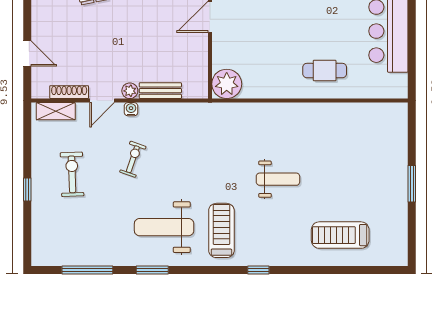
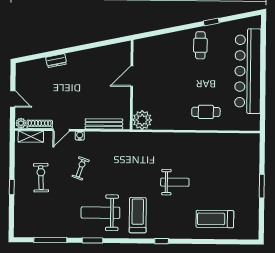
plant: (130, 91) -> (21, 123), moved
bench: (160, 91) -> (104, 124), width x1.36

